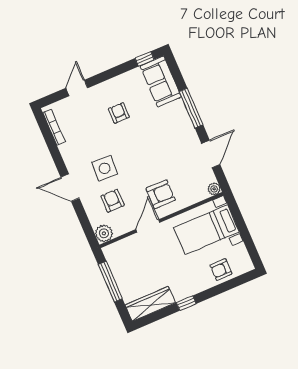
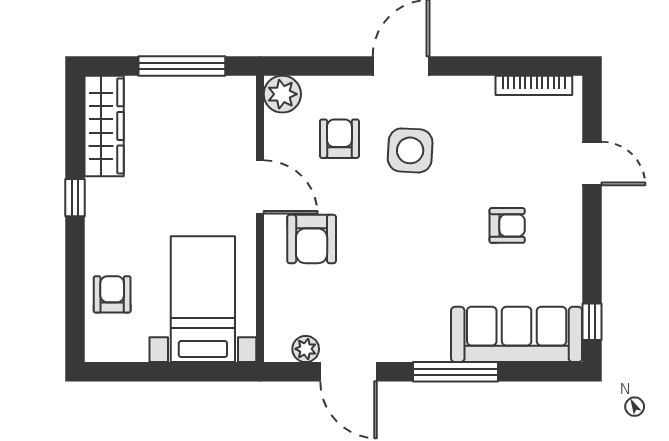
sofa: (161, 81) -> (517, 334), width x1.36
plant: (214, 189) -> (306, 349), moved
armchair: (113, 201) -> (339, 139), turned -90

